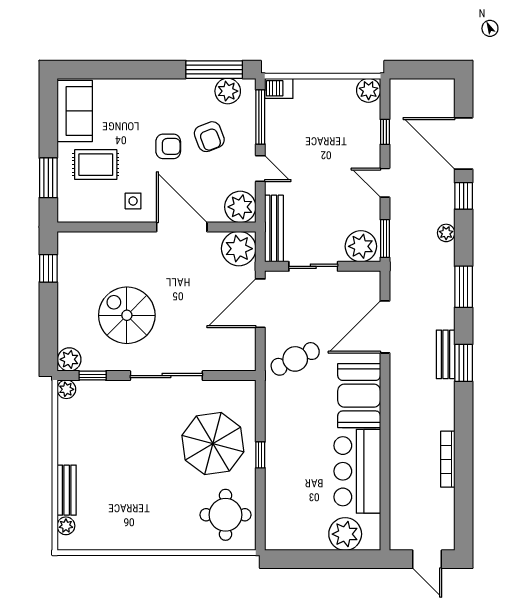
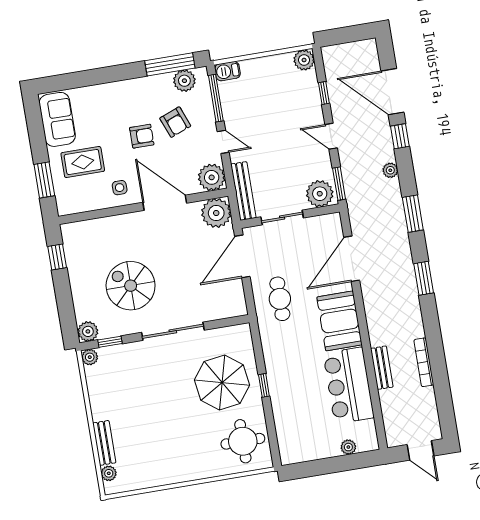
bench: (446, 354) -> (382, 368), moved
cafe table: (295, 359) -> (280, 299), turned -64
plant: (345, 534) -> (348, 447), width x0.53, depth x0.53

